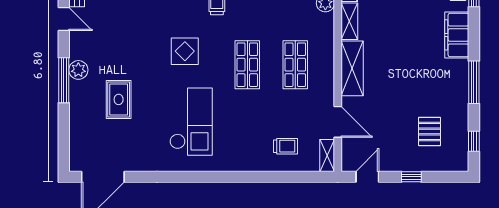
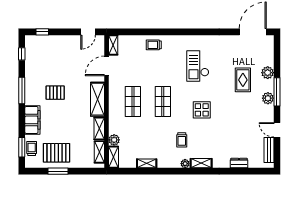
plant: (79, 111) -> (268, 73), added
checkout: (191, 122) -> (198, 66), width x0.73, depth x0.83
door: (338, 122) -> (106, 66), hinge flipped
pallet: (430, 132) -> (55, 93), moved, turned 90
trolley: (286, 146) -> (154, 45), moved
window: (411, 177) -> (42, 32), moved

